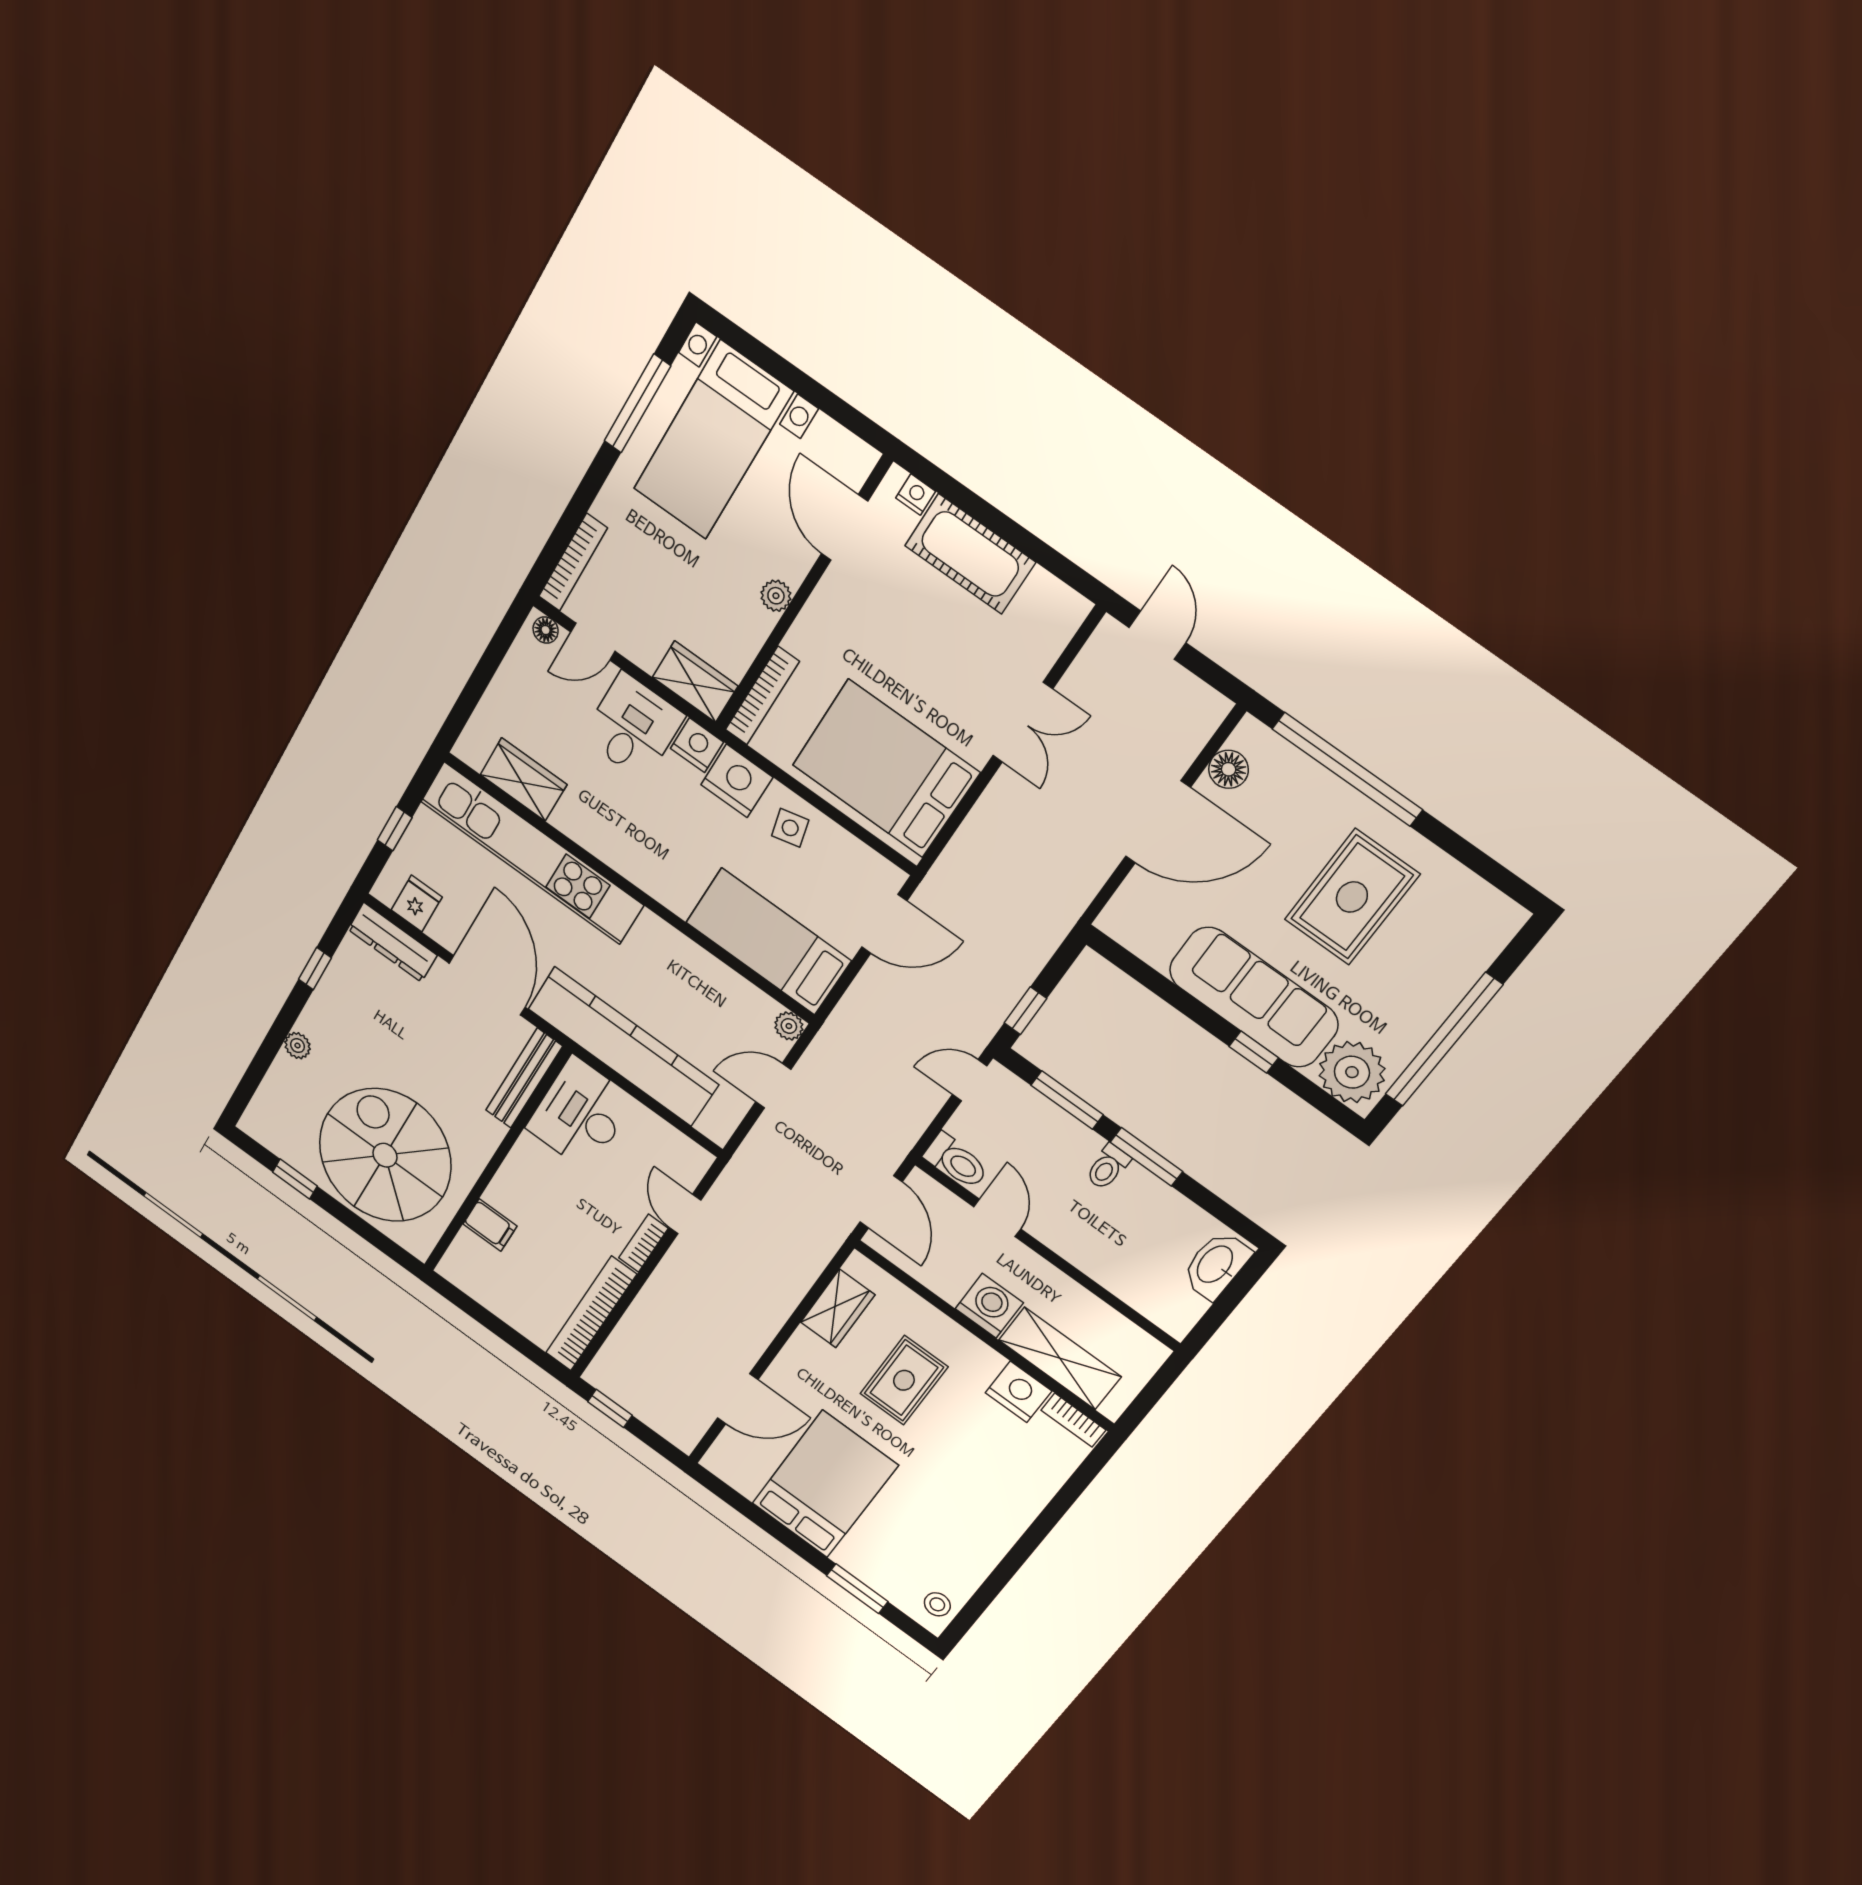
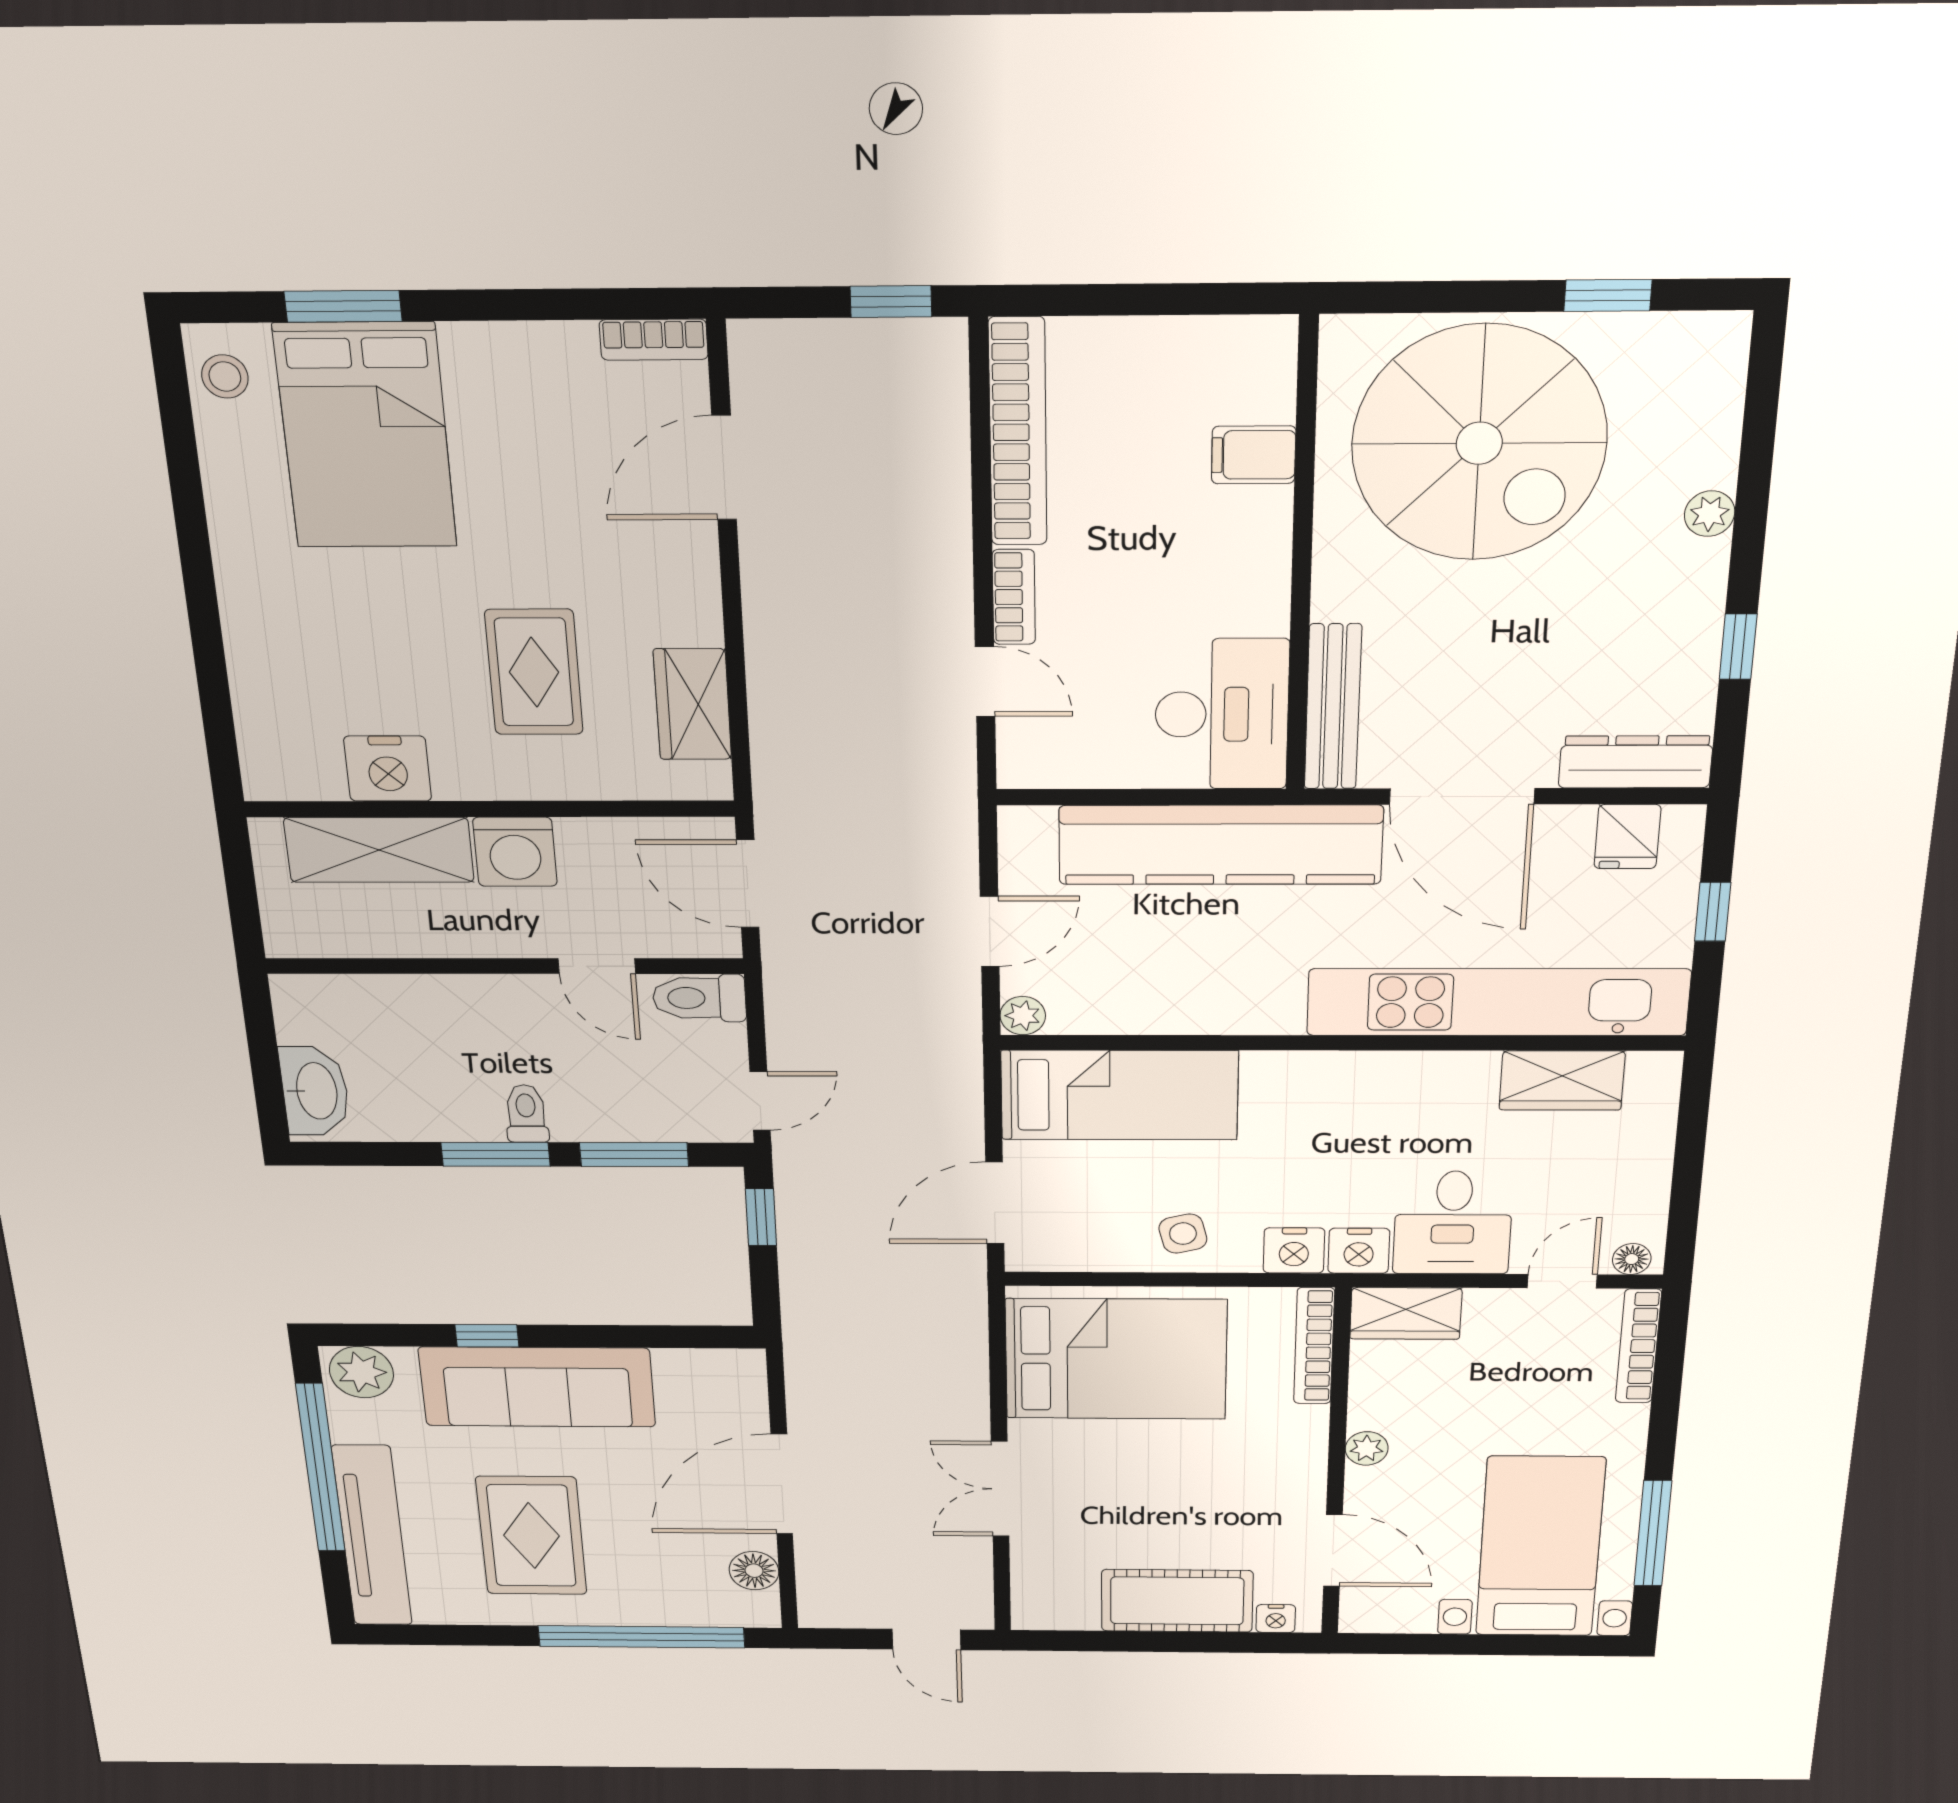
nightstand: (737, 781) -> (1294, 1250), width x0.74, depth x0.75
tv unit: (1457, 970) -> (372, 1536), added
plant: (1352, 1072) -> (361, 1372), width x0.73, depth x0.73
bookcase: (1073, 1420) -> (654, 340), moved, turned 180
bed: (825, 1484) -> (365, 436), moved

